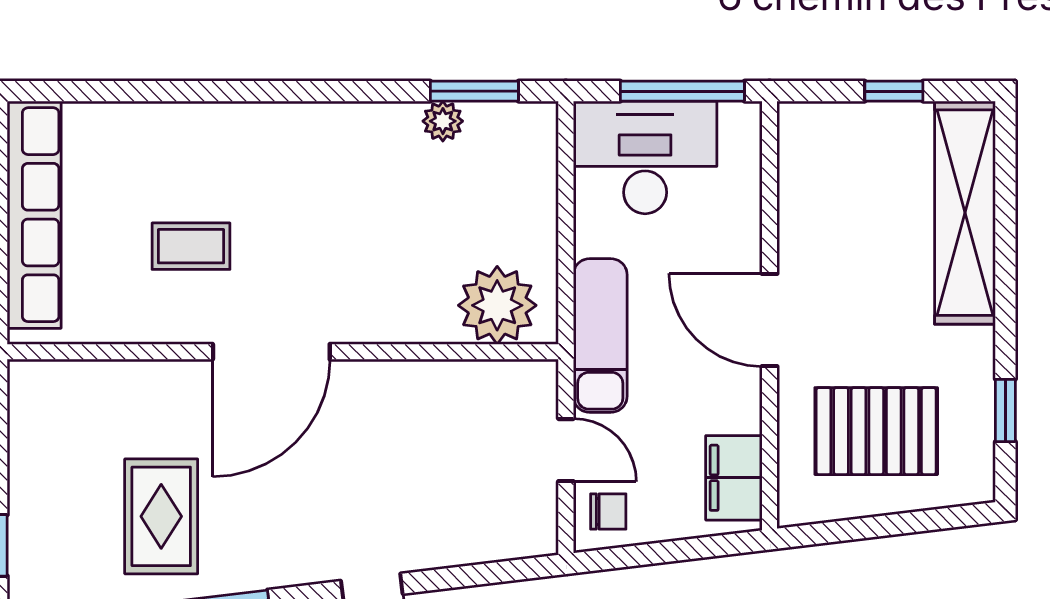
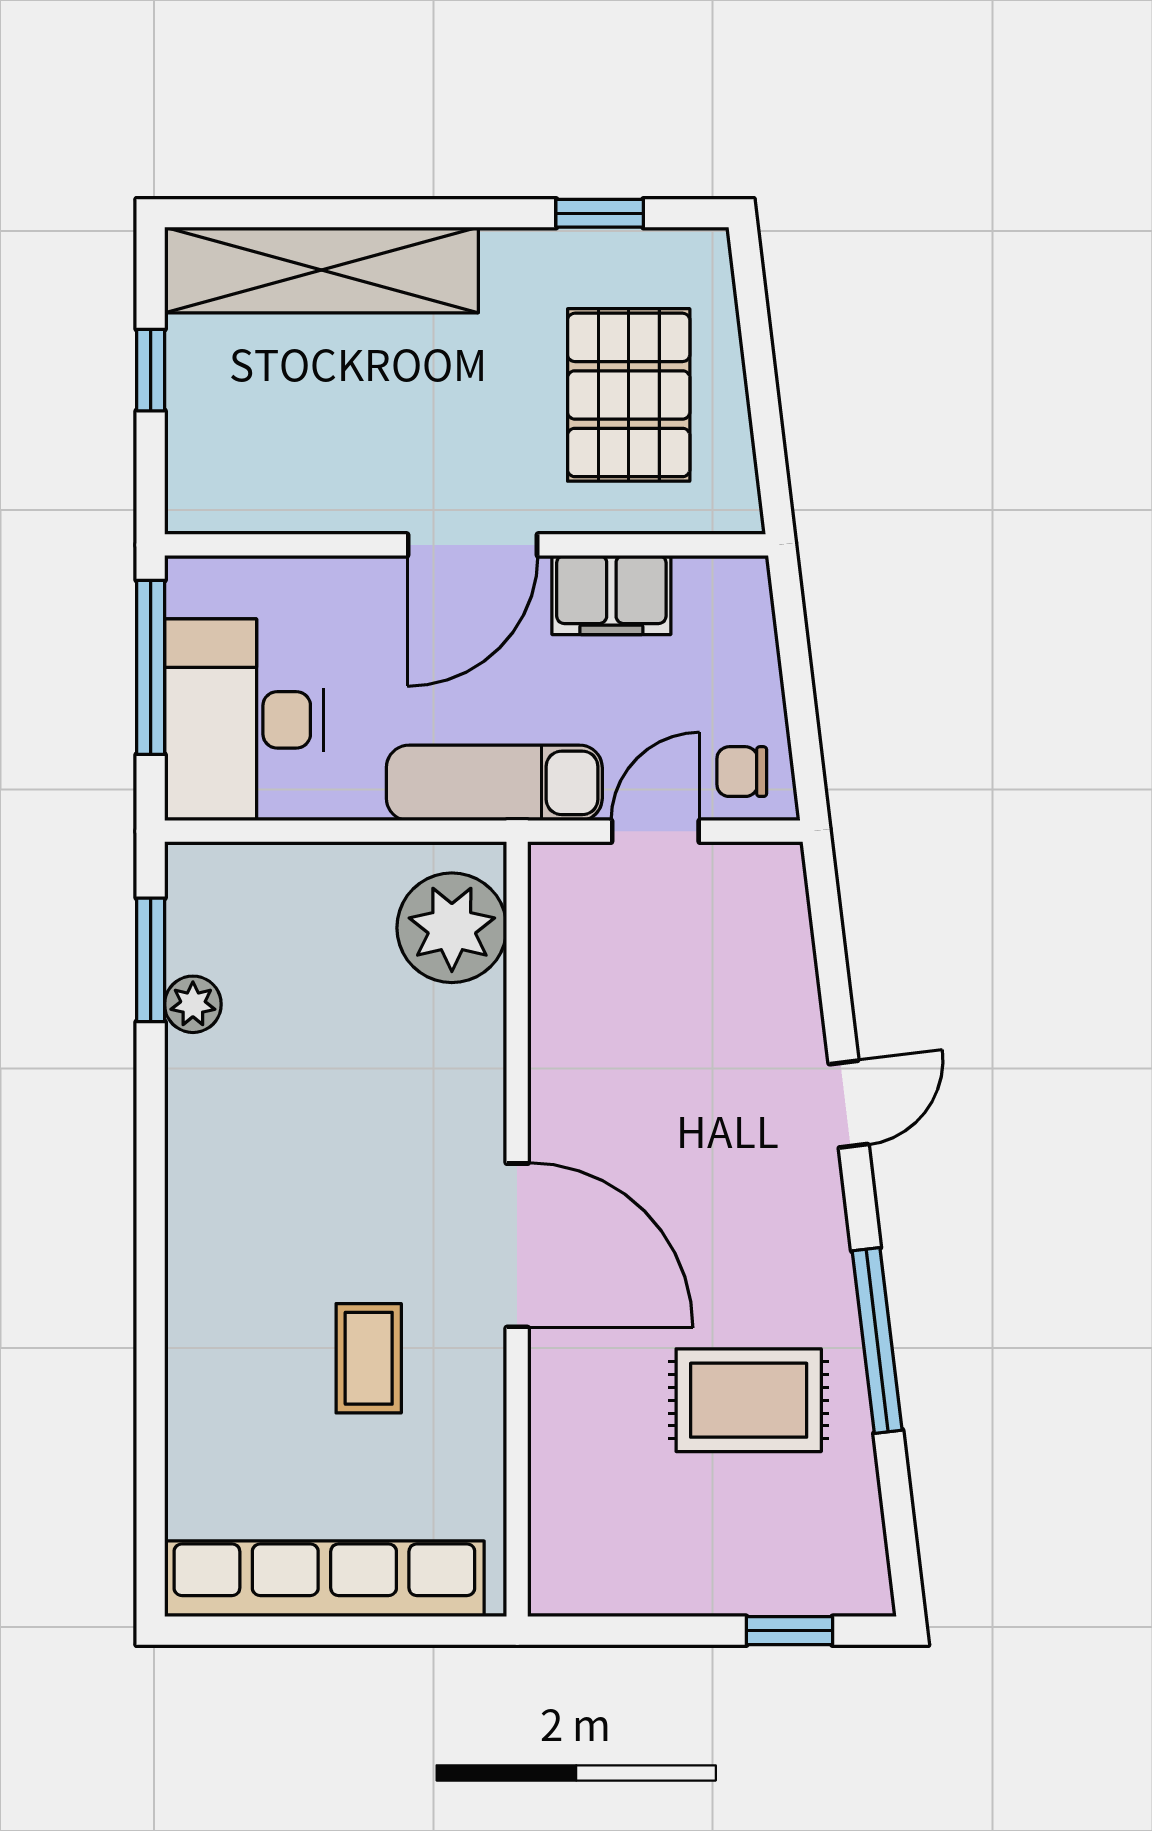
filing cabinet: (734, 478) -> (611, 595), moved
chair: (608, 511) -> (742, 772), turned -90

